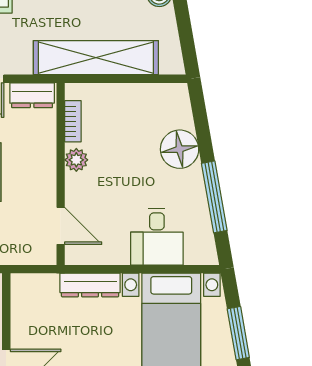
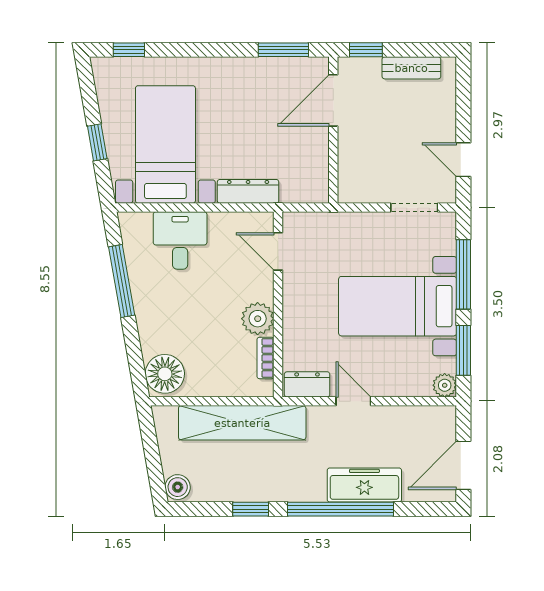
floor lamp: (180, 149) -> (165, 374), moved
plant: (76, 160) -> (258, 319), width x1.38, depth x1.38
window: (238, 333) -> (97, 142), width x0.67

